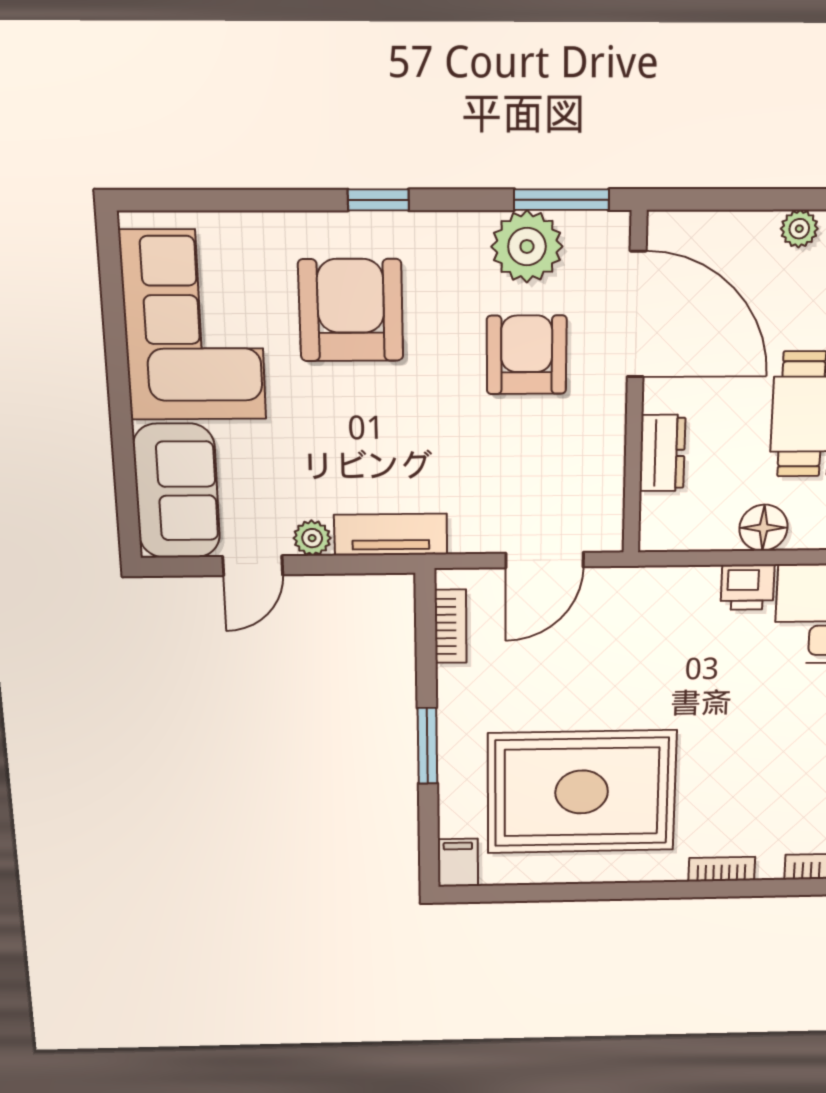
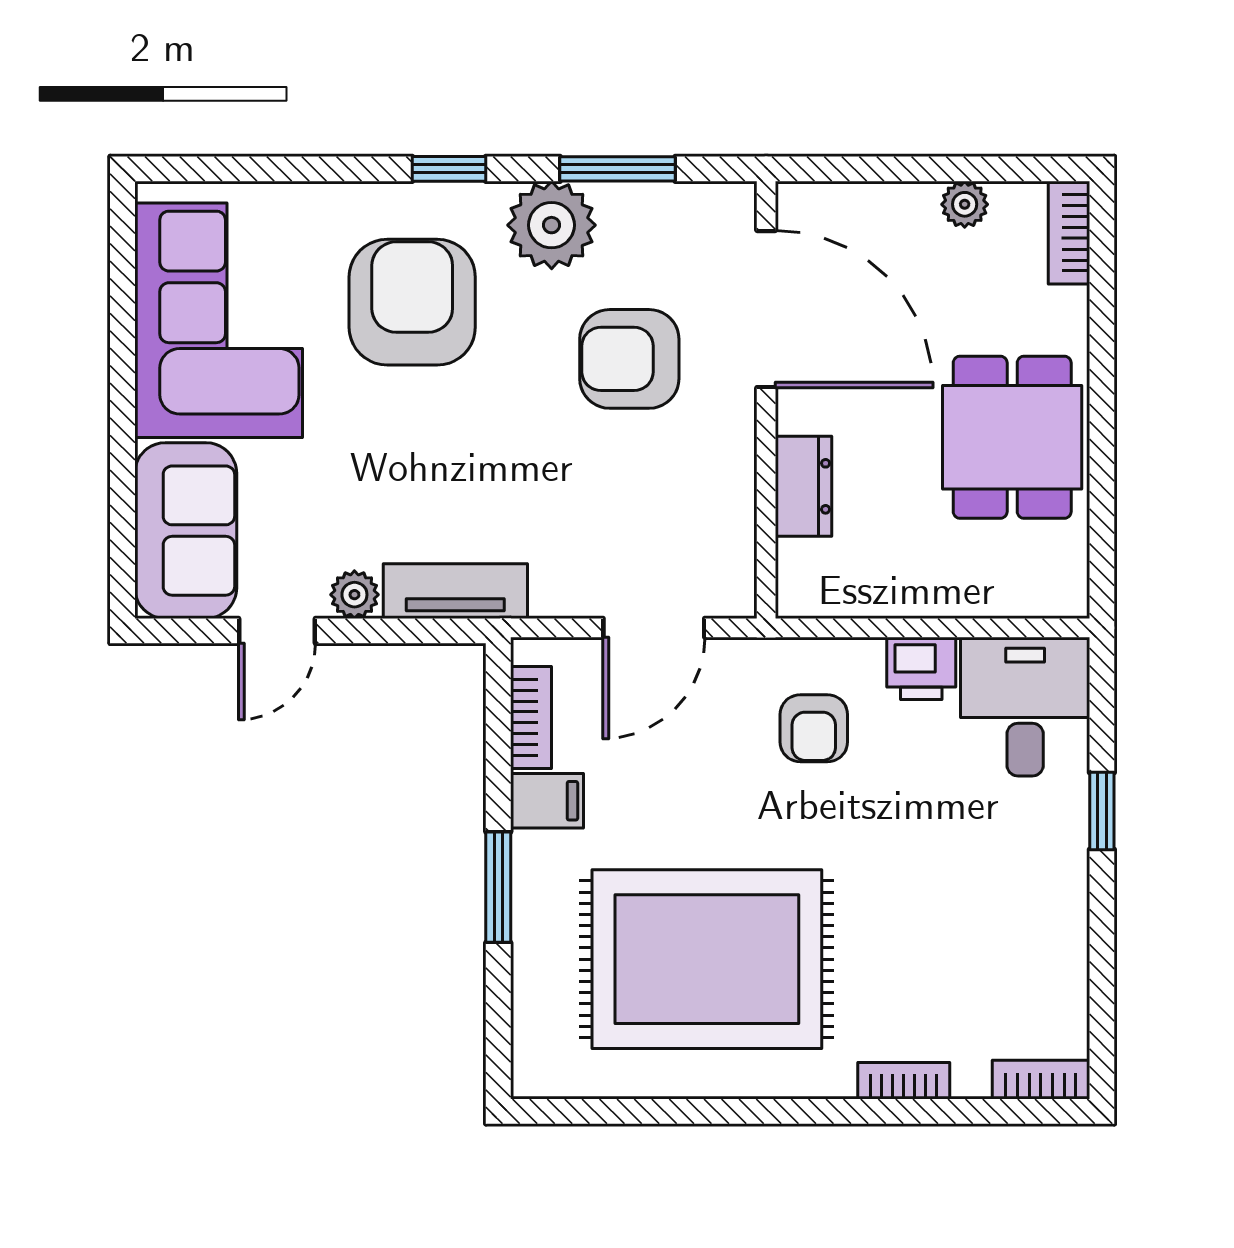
window: (561, 200) -> (618, 169), moved
plant: (527, 247) -> (552, 225), moved
armchair: (527, 355) -> (629, 359), turned -90
floor lamp: (763, 528) -> (939, 587), removed
armchair: (665, 631) -> (814, 728), added
filing cabinet: (458, 863) -> (547, 801), moved, turned 90

